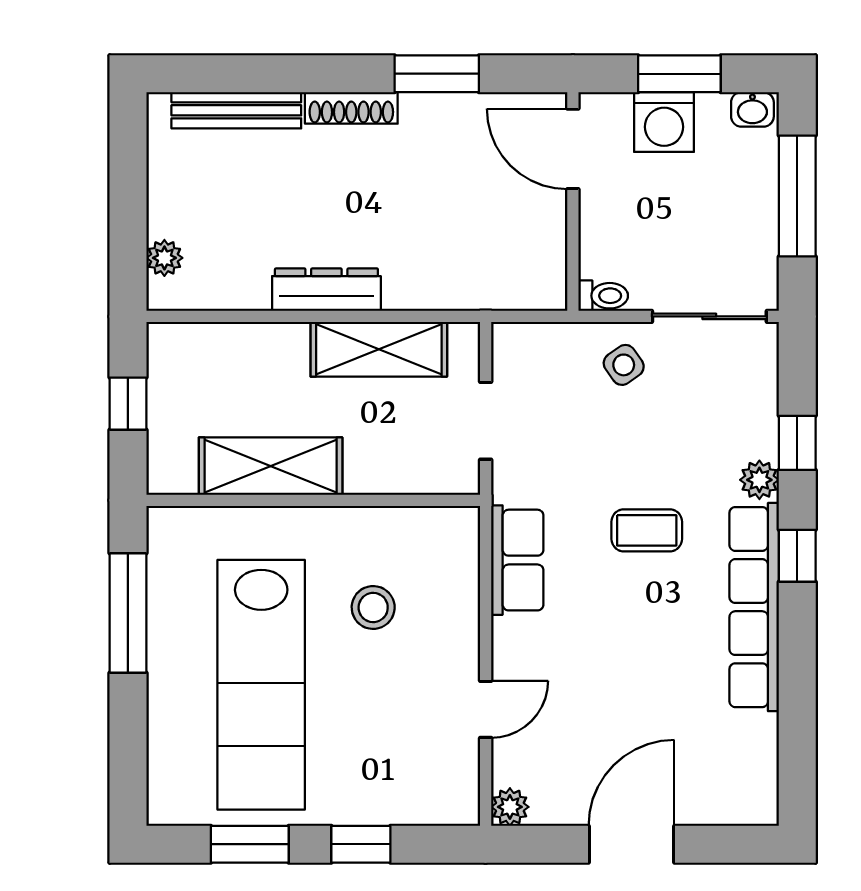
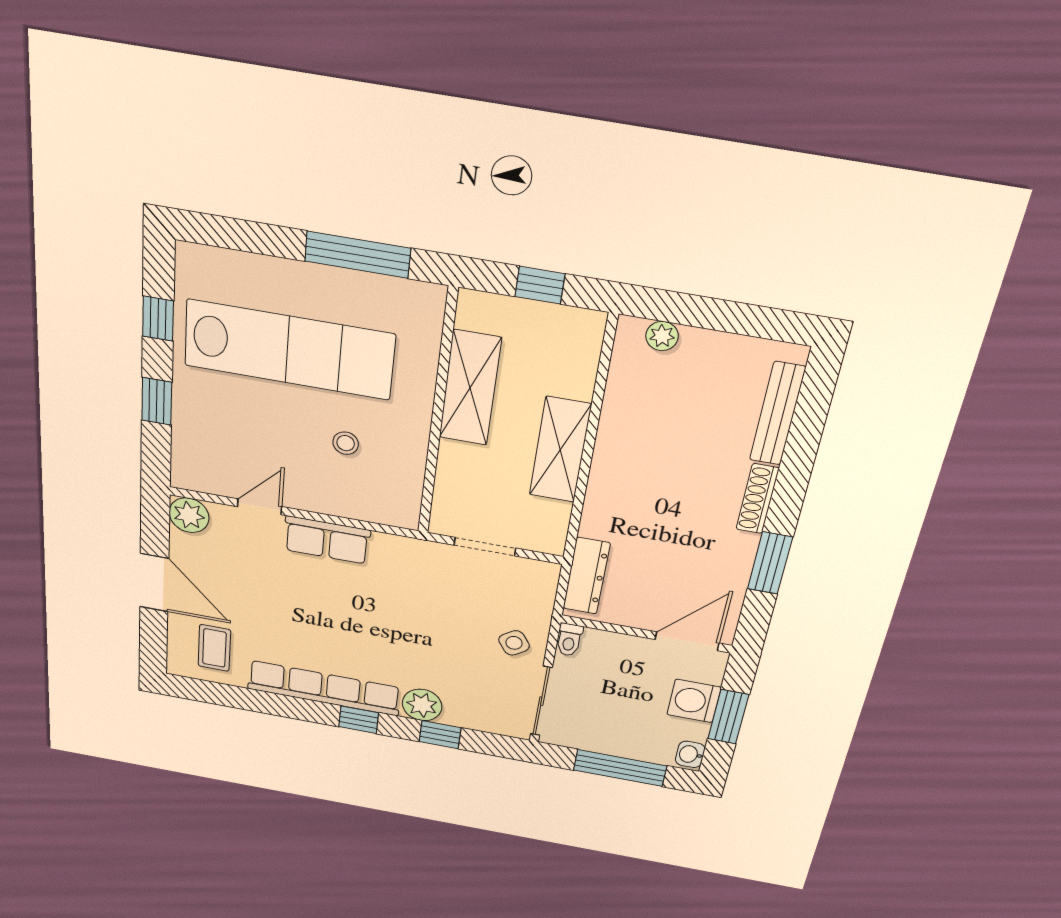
dresser: (326, 290) -> (587, 576), moved
shelving: (379, 349) -> (560, 450), moved
plant: (759, 480) -> (422, 705), width x1.38, depth x1.38
coffee table: (647, 530) -> (214, 648), moved
row of seats: (517, 560) -> (327, 540), moved
stool: (373, 607) -> (346, 443), width x0.73, depth x0.73
lab bench: (261, 685) -> (289, 350), turned 180
door: (486, 709) -> (260, 507), swing flipped
plant: (510, 807) -> (189, 515), width x1.38, depth x1.38
window: (250, 844) -> (158, 319), width x0.67

